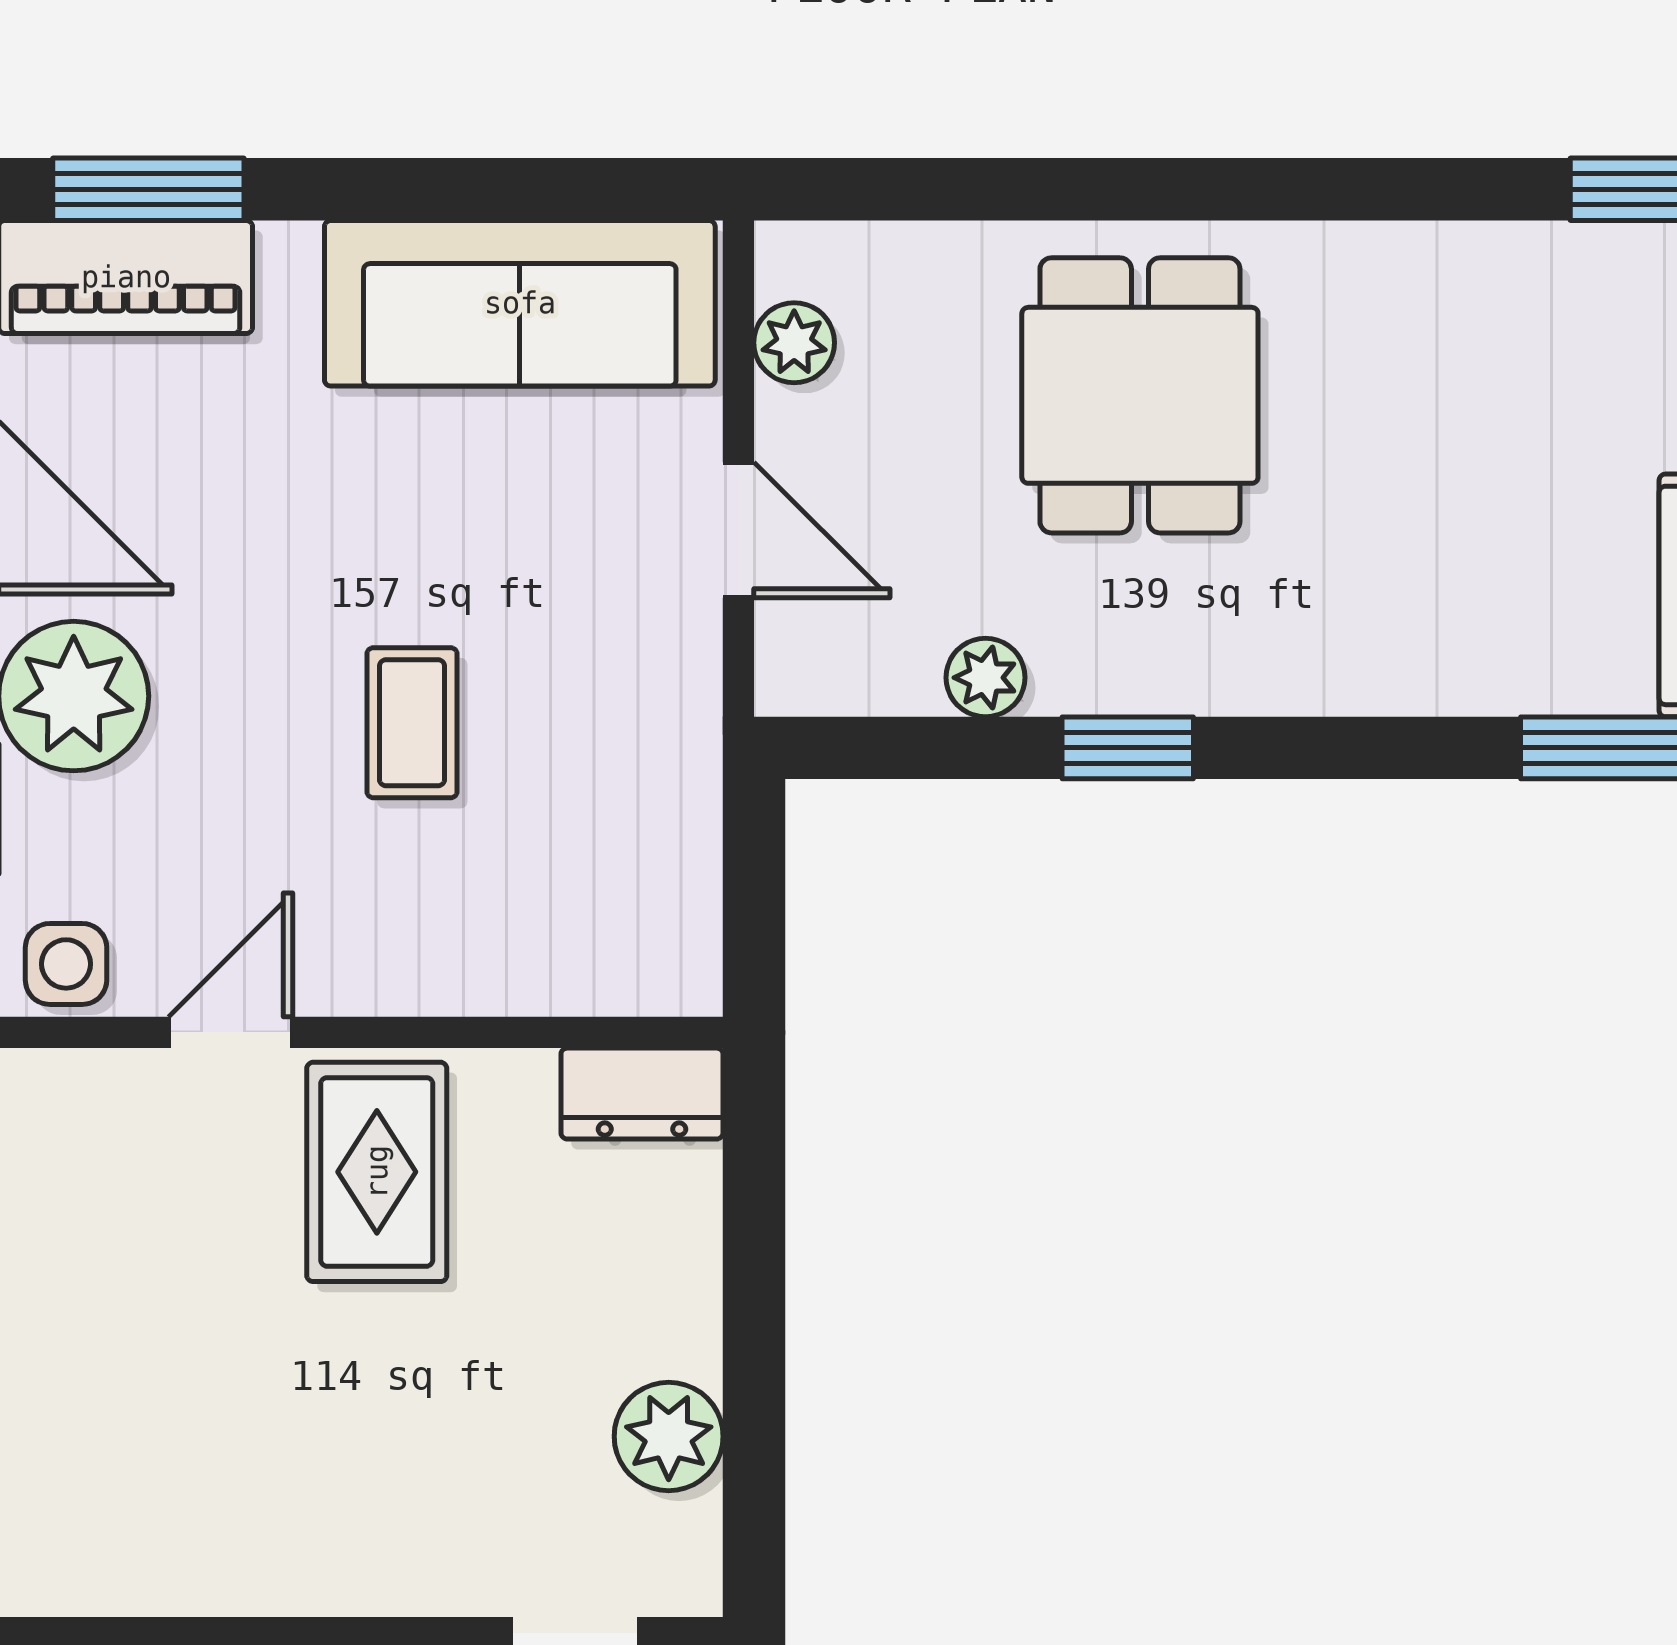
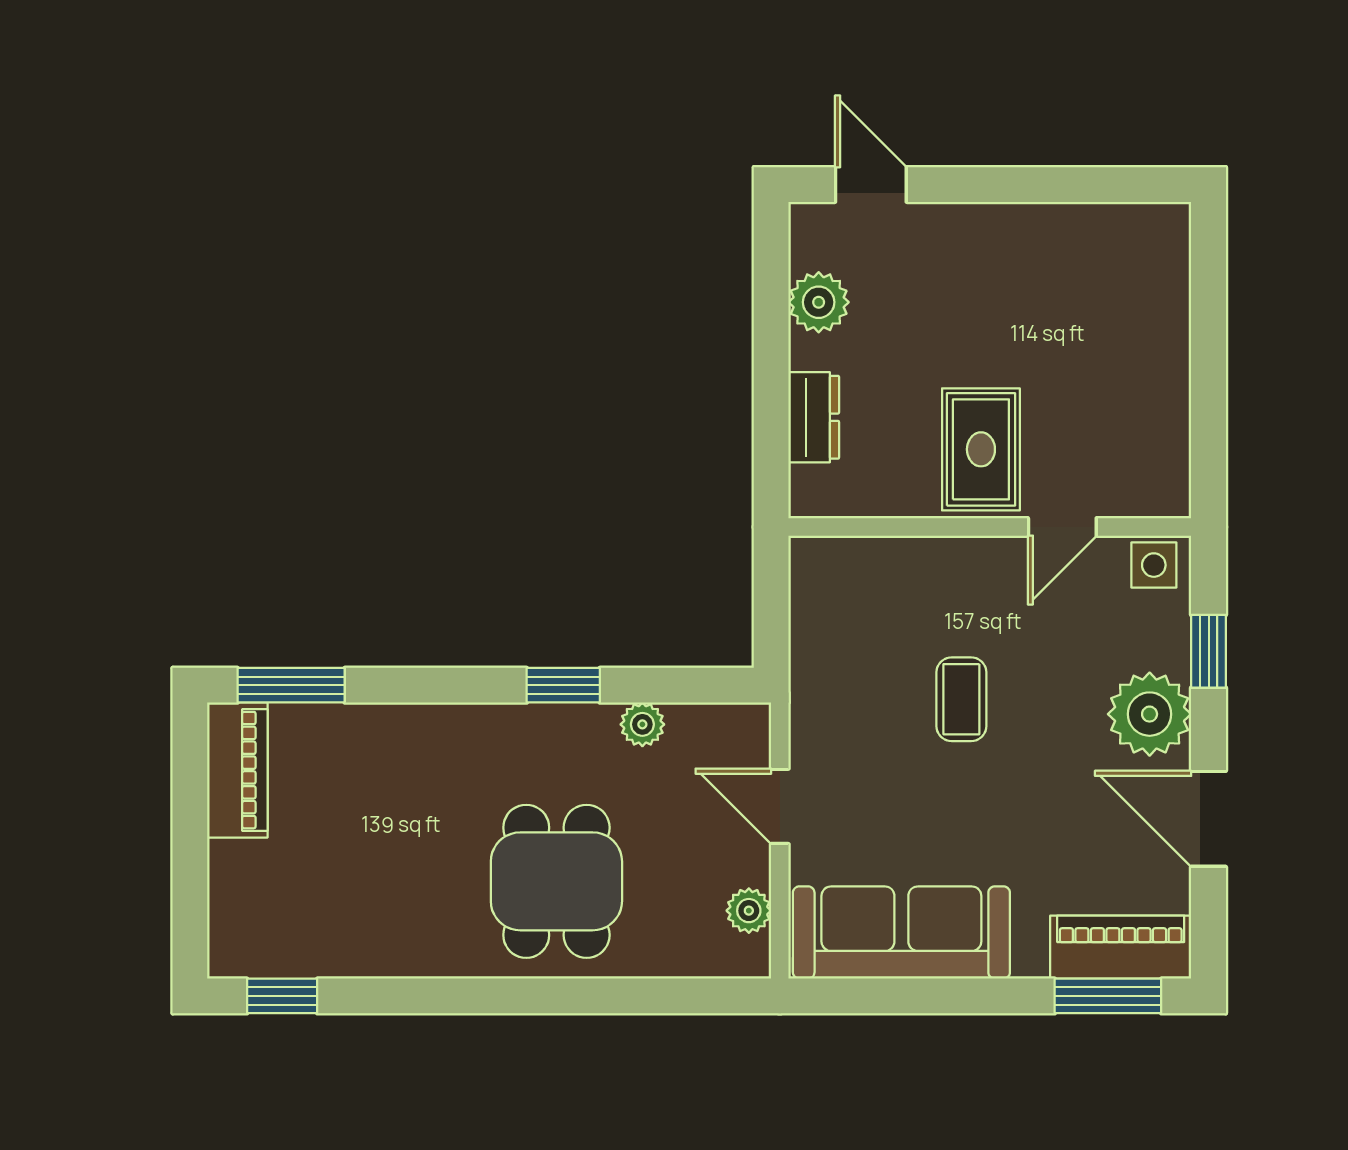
dresser: (642, 1094) -> (814, 417), moved, turned 90

